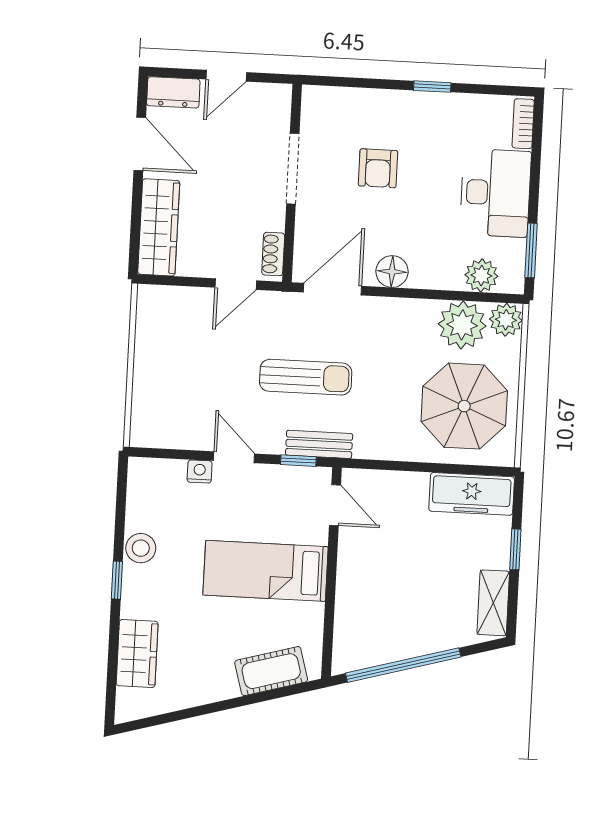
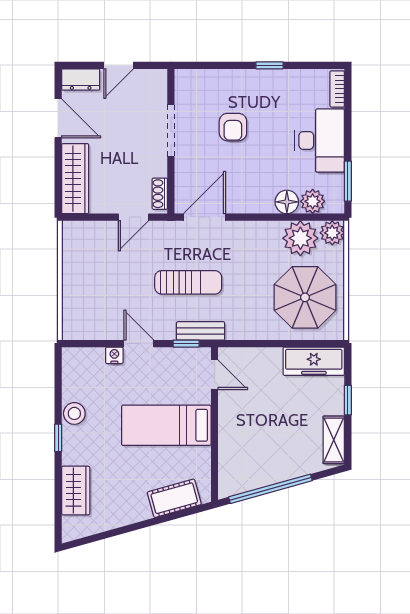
floor lamp: (392, 272) -> (287, 202), moved

